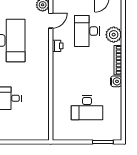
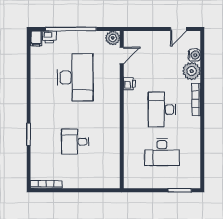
desk: (87, 31) -> (162, 110), moved
water cooler: (116, 81) -> (194, 55), moved

